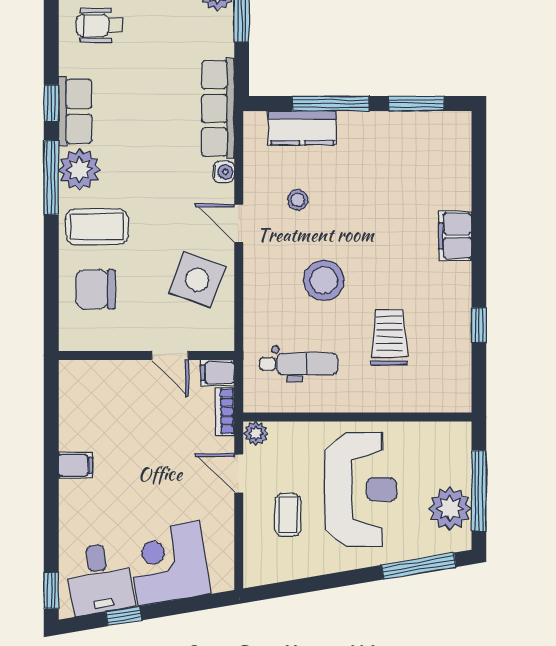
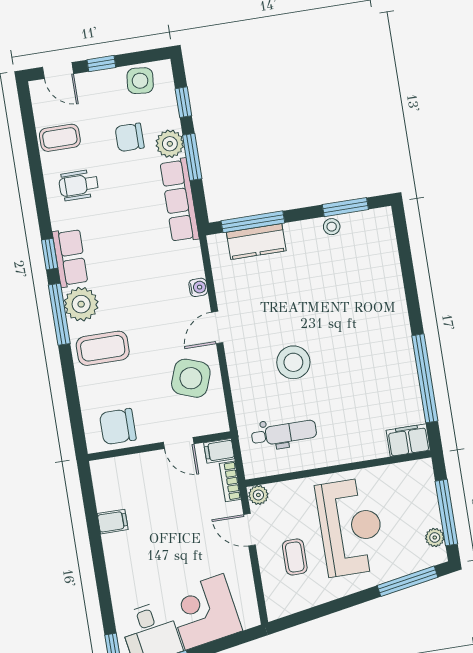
window: (331, 104) -> (253, 222), moved
row of seats: (218, 108) -> (180, 200), moved
stool: (298, 200) -> (332, 227), moved
door: (239, 224) -> (217, 327), hinge flipped
filing cabinet: (455, 236) -> (408, 440), moved, turned 90
chair: (95, 289) -> (118, 427), moved
window: (479, 325) -> (425, 378), width x3.17
trolley: (389, 337) -> (354, 400), removed
filing cabinet: (75, 465) -> (113, 522), moved
plant: (450, 508) -> (435, 537), width x0.53, depth x0.53

